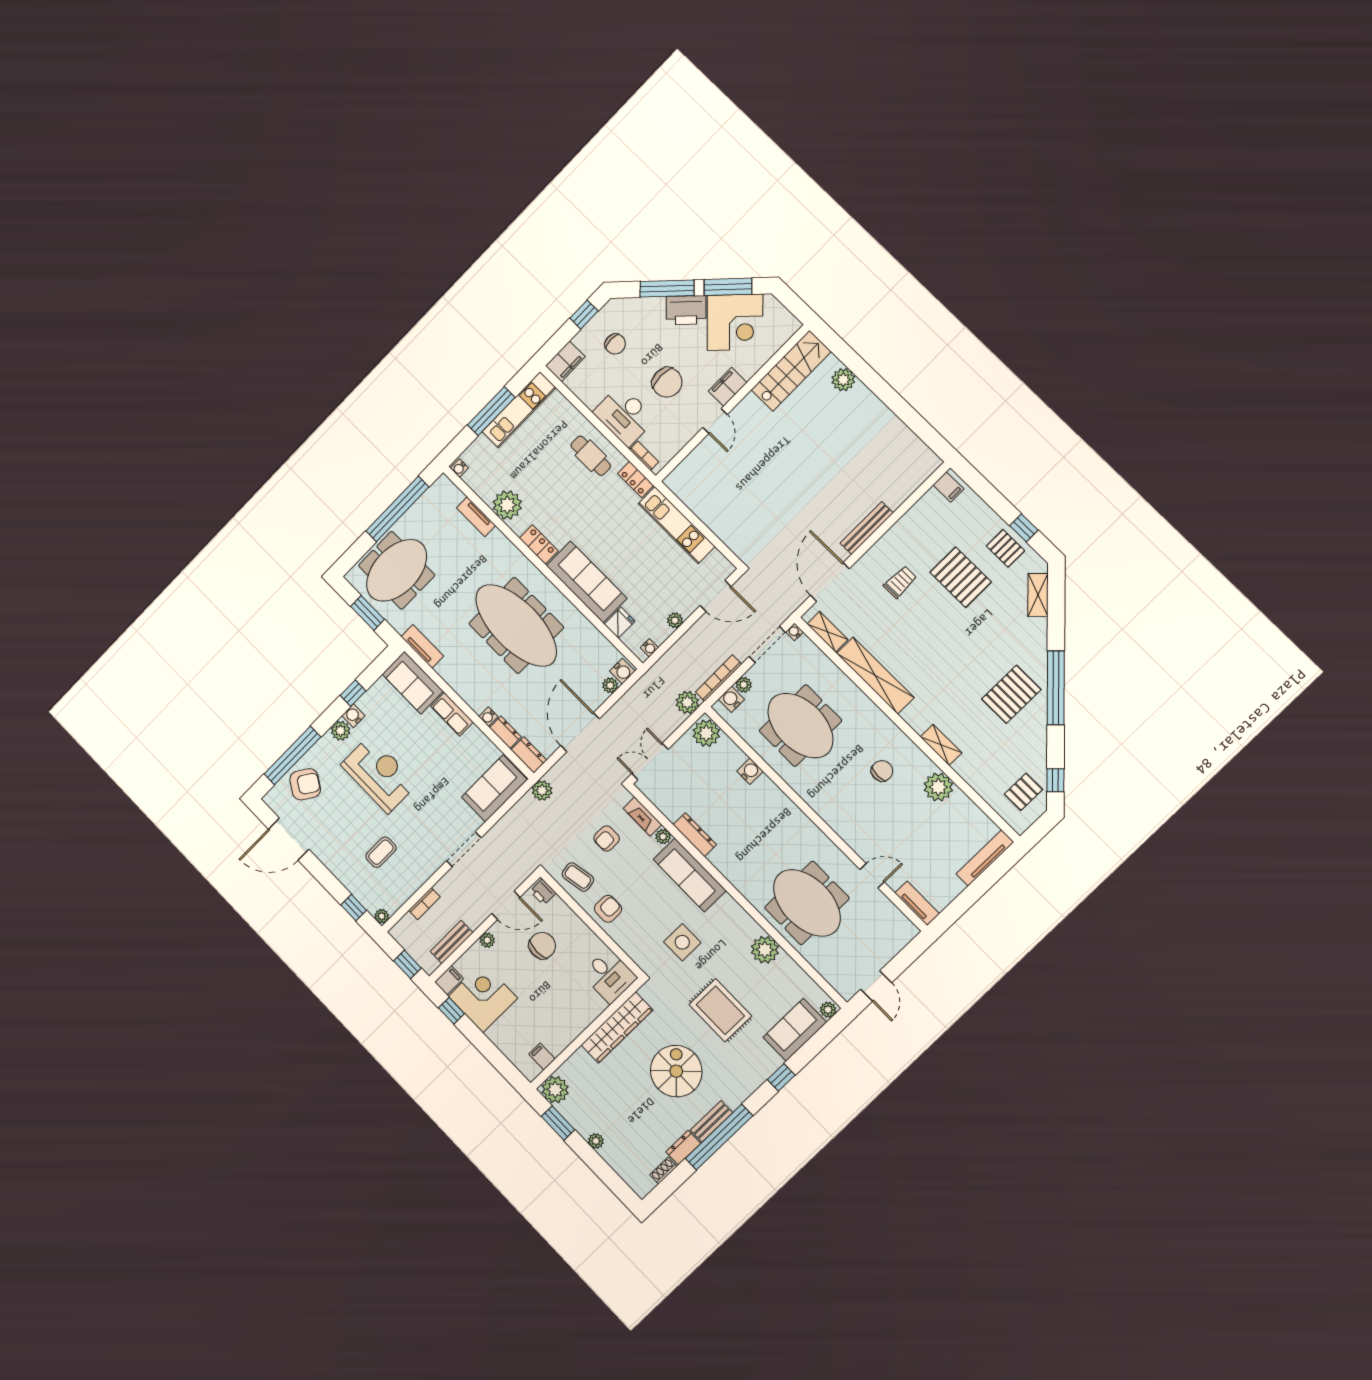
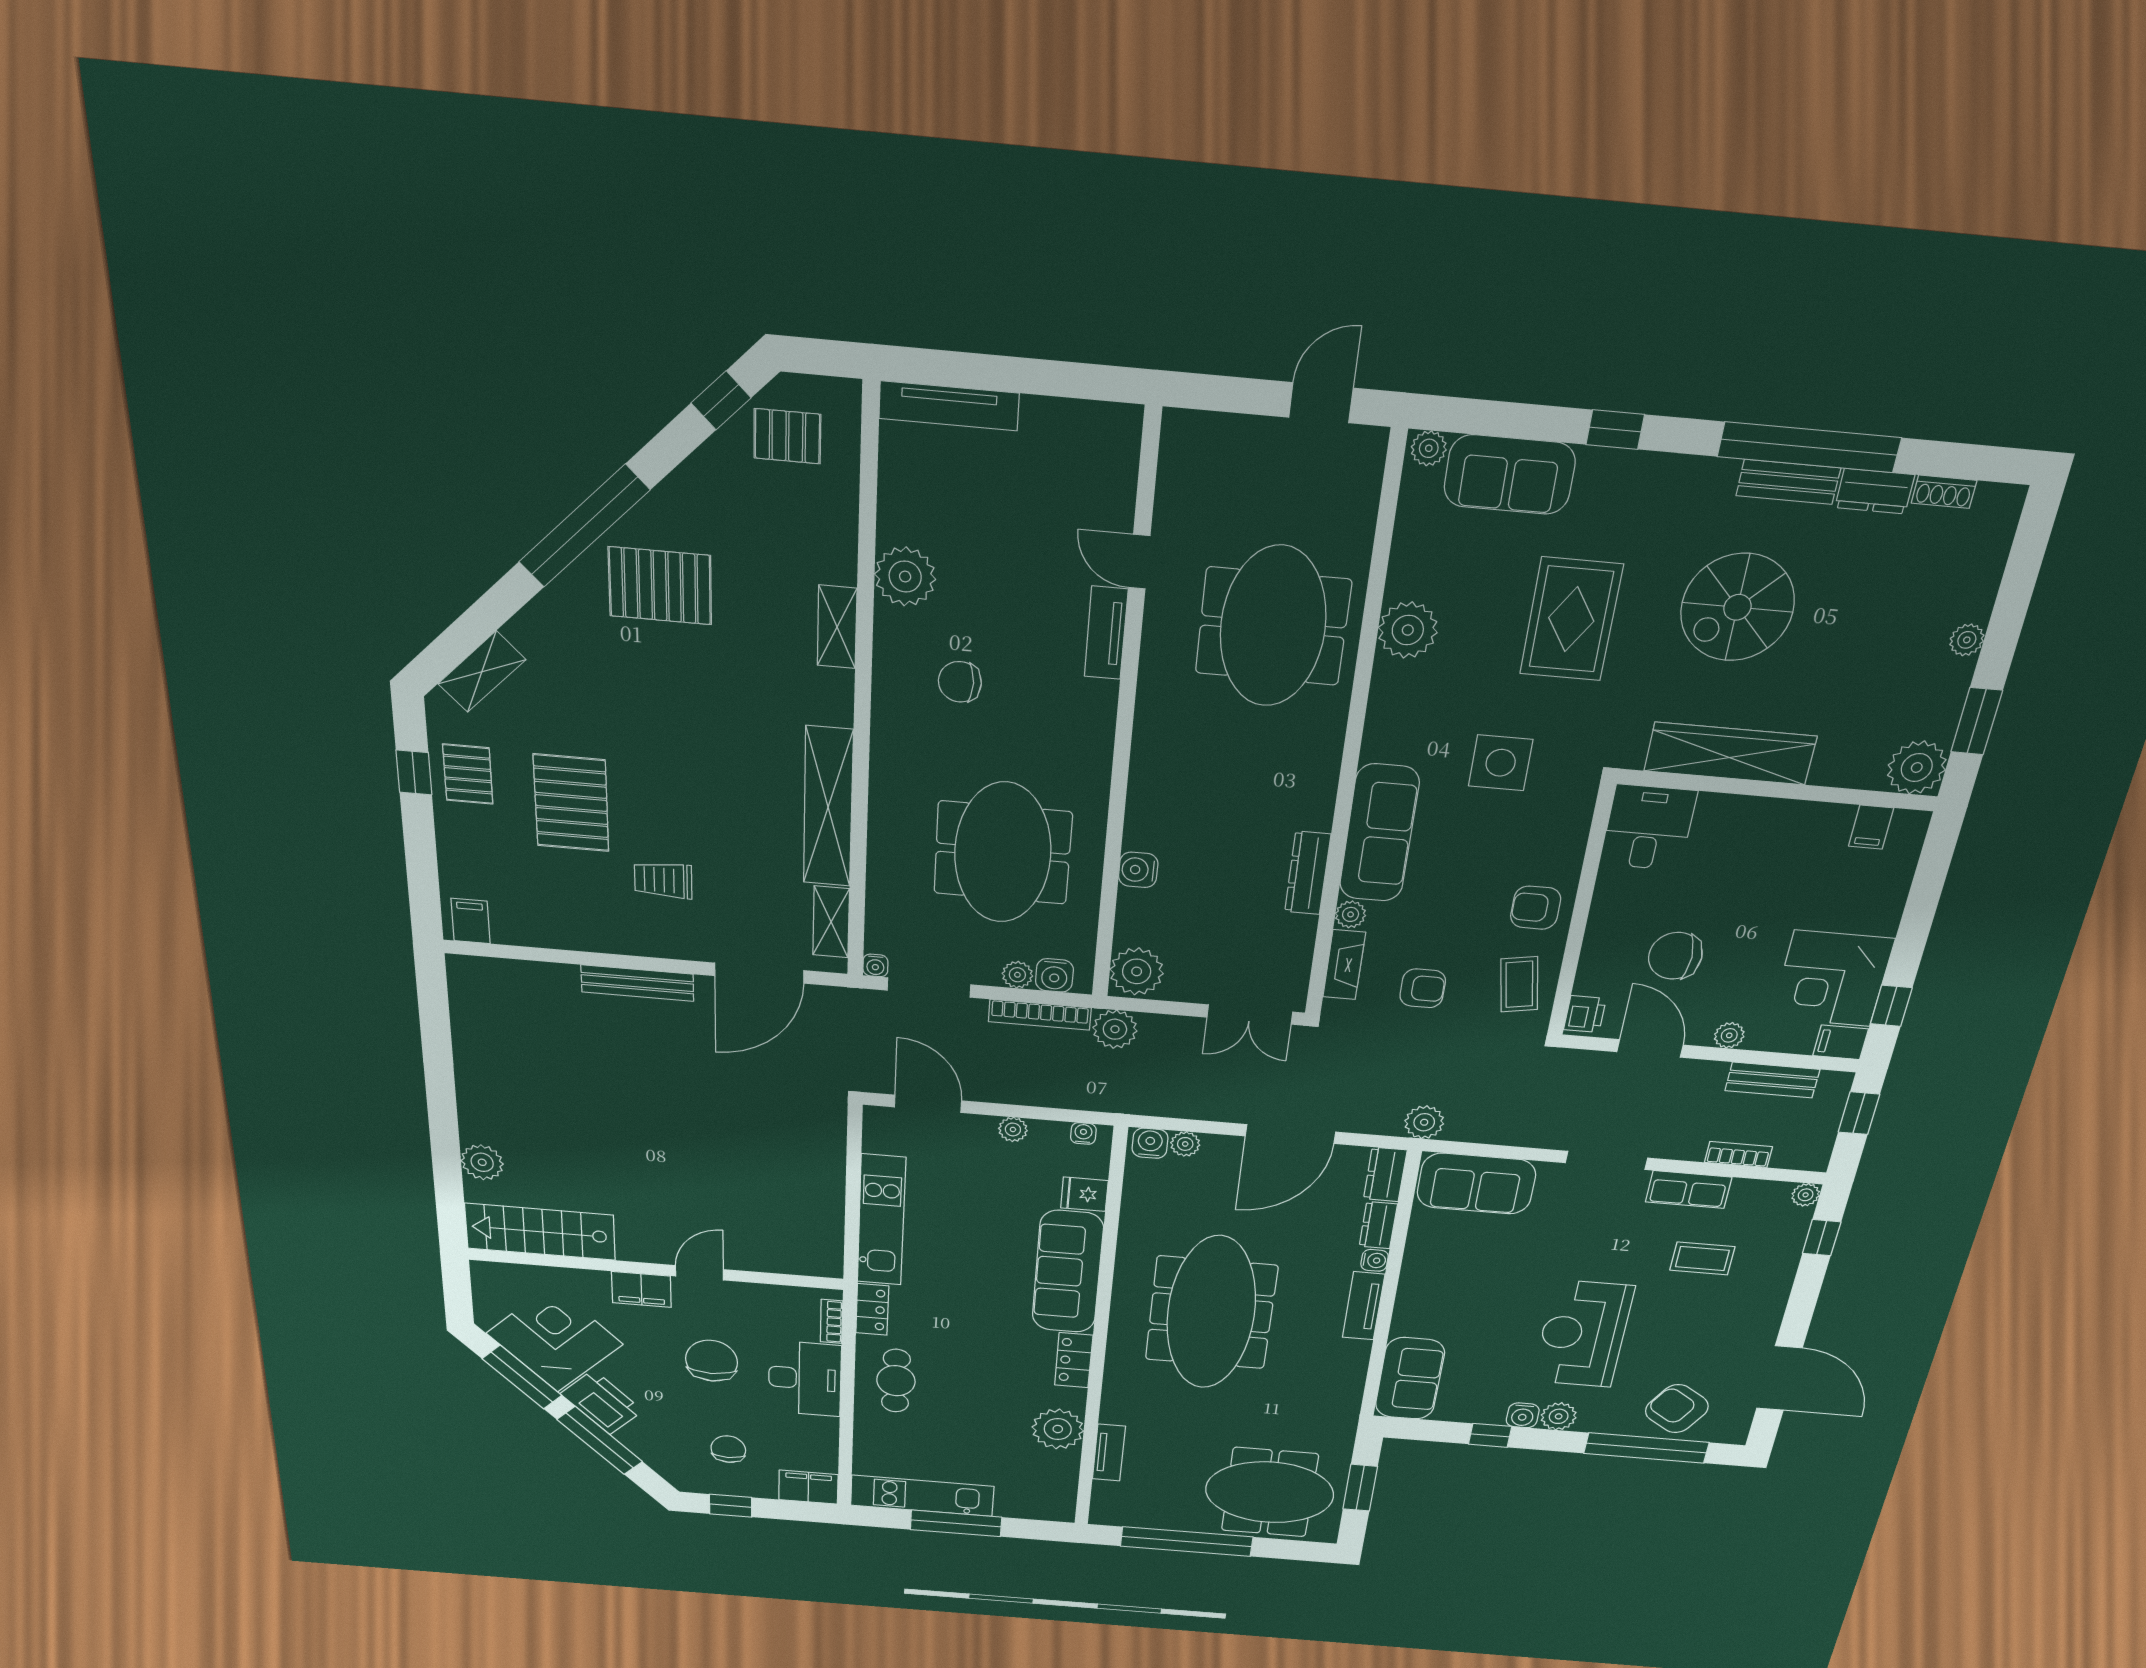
water cooler: (459, 468) -> (1064, 1510), removed
tv unit: (422, 646) -> (1364, 1306), moved
row of seats: (452, 714) -> (1689, 1189), moved, turned 90
tv unit: (917, 903) -> (1106, 633), moved

